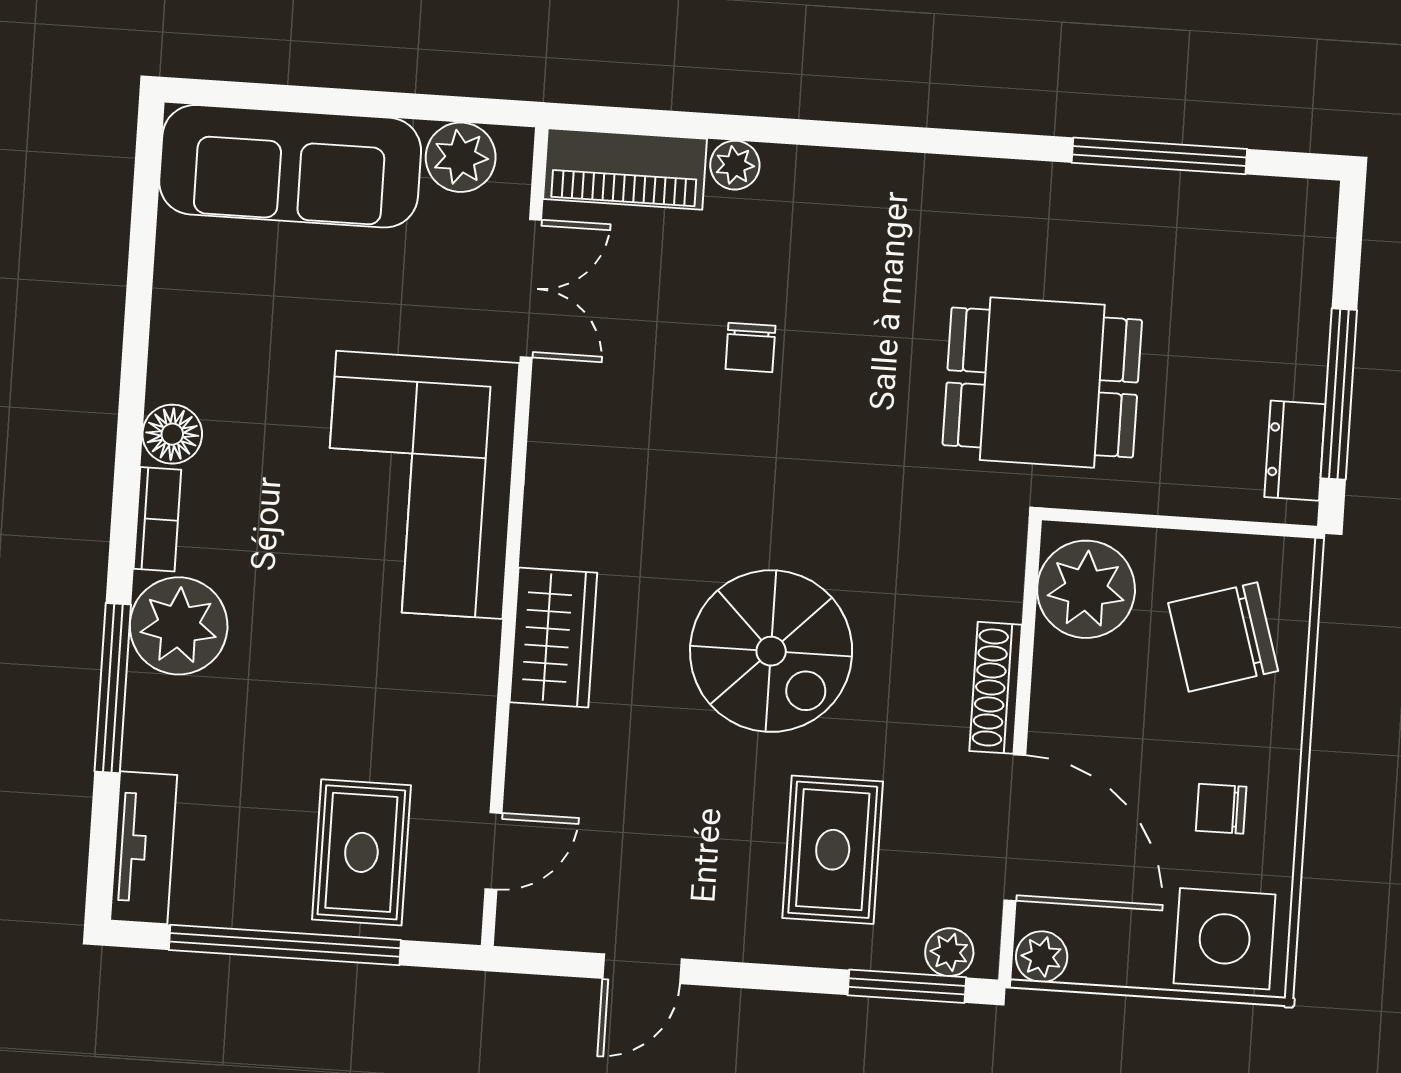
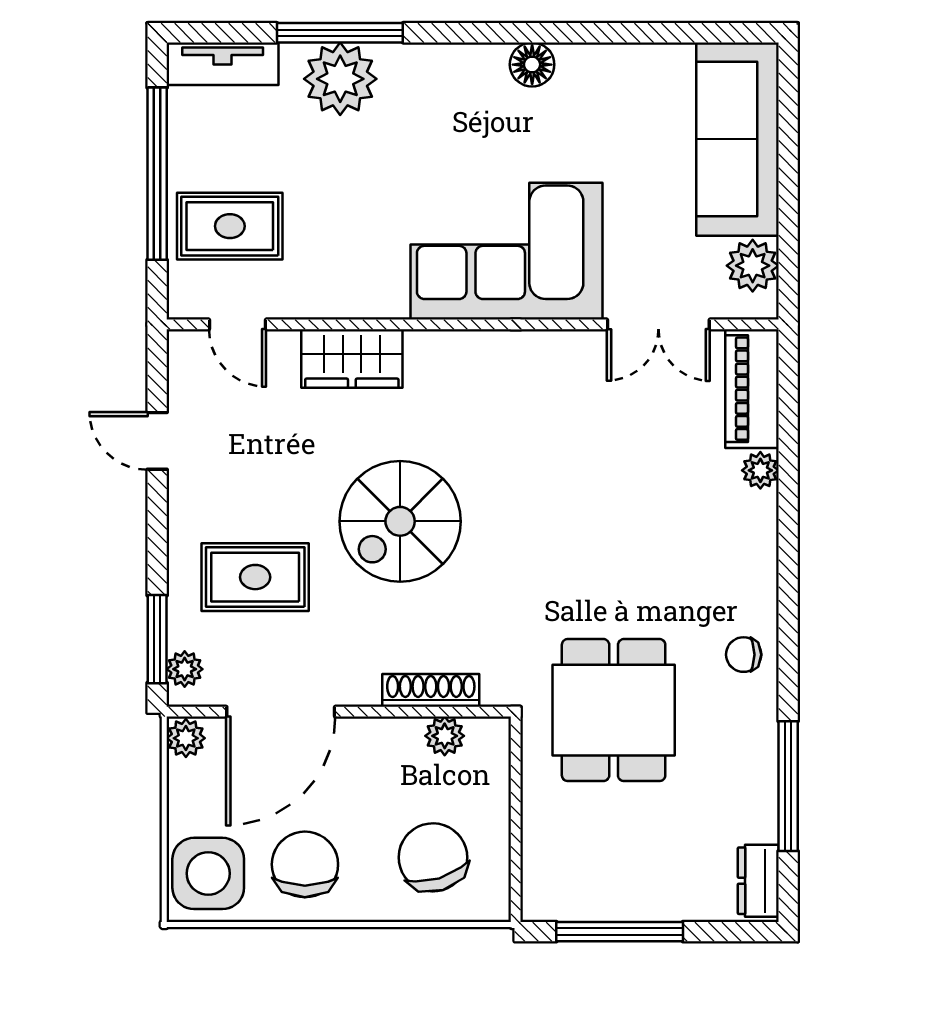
chair: (750, 347) -> (744, 655), moved
dresser: (1295, 451) -> (758, 881), moved, turned -90
bookcase: (157, 519) -> (468, 58), removed
plant: (1086, 589) -> (445, 736), width x0.53, depth x0.53
plant: (179, 626) -> (340, 79), moved
wardrobe: (553, 638) -> (352, 359), moved
shoe rack: (996, 688) -> (431, 690), moved
chair: (1221, 809) -> (305, 864), width x1.87, depth x1.87

